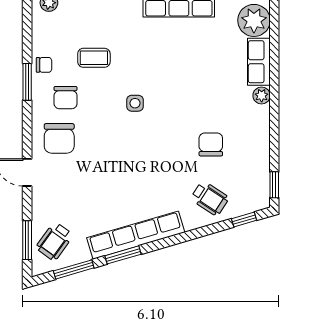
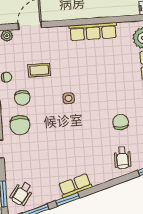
wheelchair: (210, 198) -> (122, 158), turned 57
row of seats: (136, 235) -> (75, 186), width x0.50

